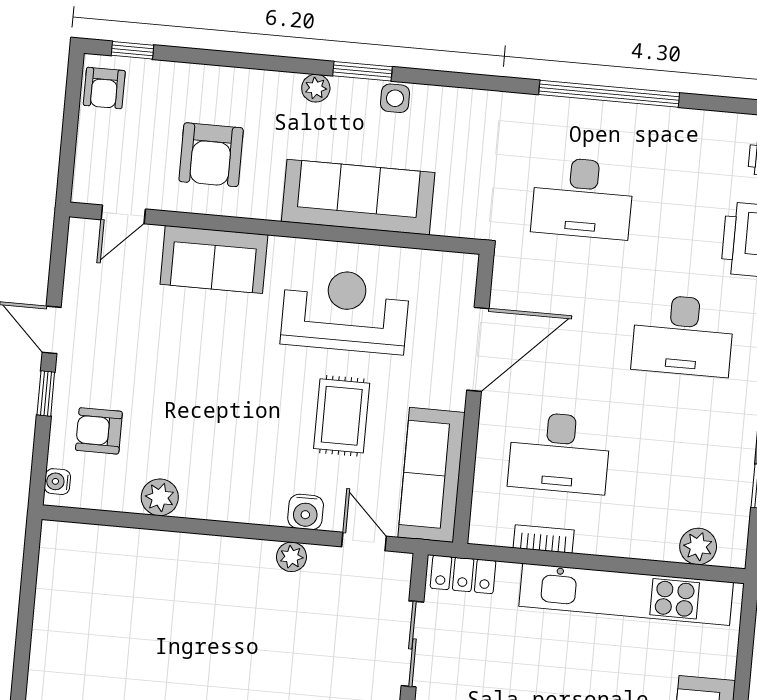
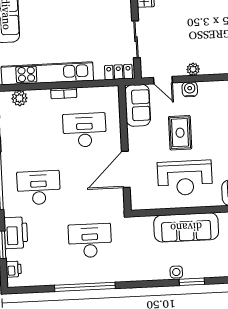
plant: (316, 88) -> (211, 272), removed
sofa: (431, 475) -> (138, 105), width x0.73
bookcase: (544, 539) -> (64, 93), moved

